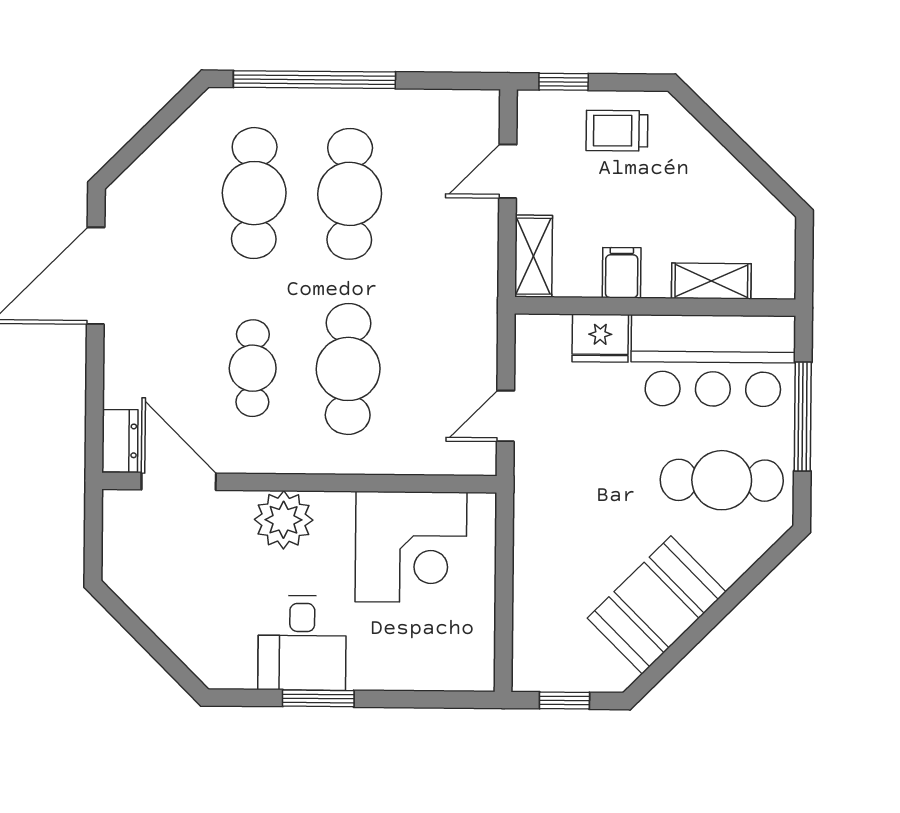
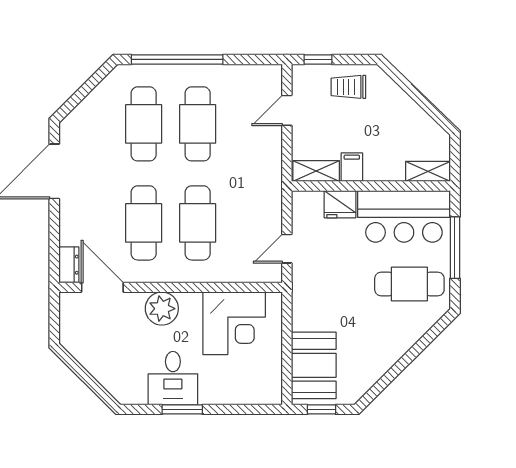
shelving: (534, 256) -> (316, 171), moved, turned 90
shelving: (711, 281) -> (428, 171), moved
cafe table: (253, 368) -> (144, 223), width x1.37, depth x1.35
booth: (657, 605) -> (314, 365), moved, turned -45

